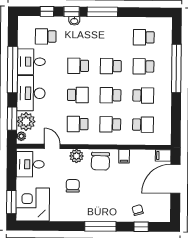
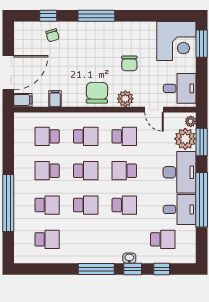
filing cabinet: (124, 156) -> (55, 99), moved

